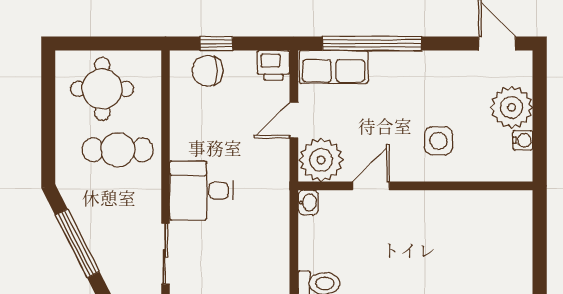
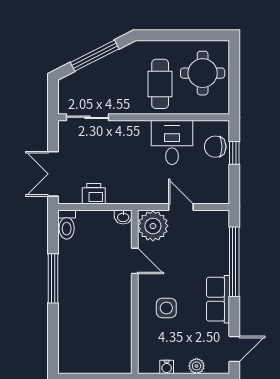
printer: (273, 65) -> (94, 194), moved, turned 90
row of seats: (334, 67) -> (218, 299), moved
chair: (208, 71) -> (215, 147), turned -90
plant: (512, 107) -> (197, 366), width x0.53, depth x0.53
desk: (201, 191) -> (172, 142), moved

